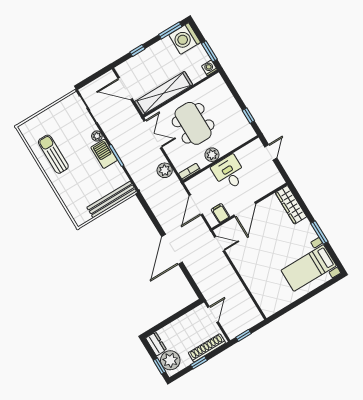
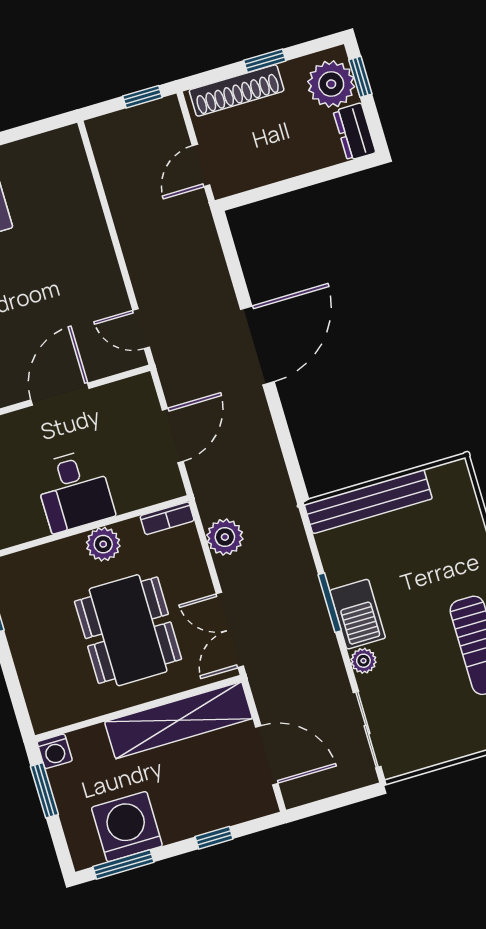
washing machine: (185, 39) -> (127, 827), moved, turned -90
filing cabinet: (220, 213) -> (120, 401), removed

